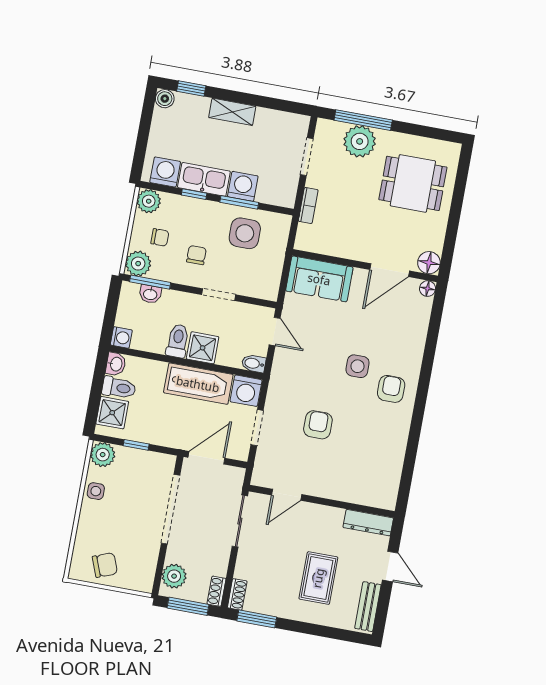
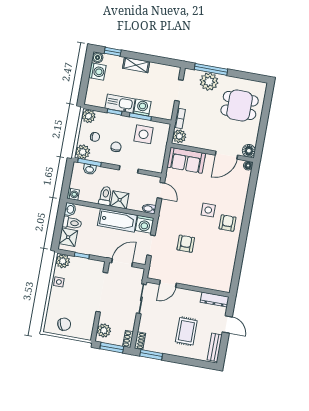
washing machine: (165, 172) -> (97, 72), moved, turned 90
plant: (307, 237) -> (179, 136), added

